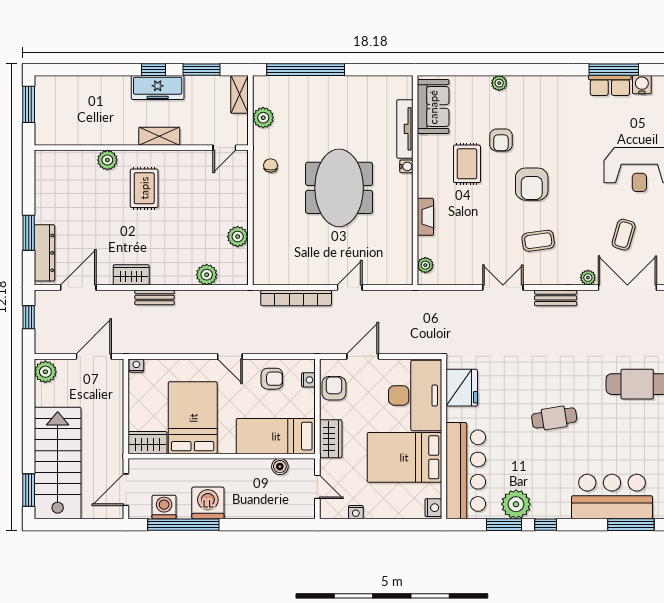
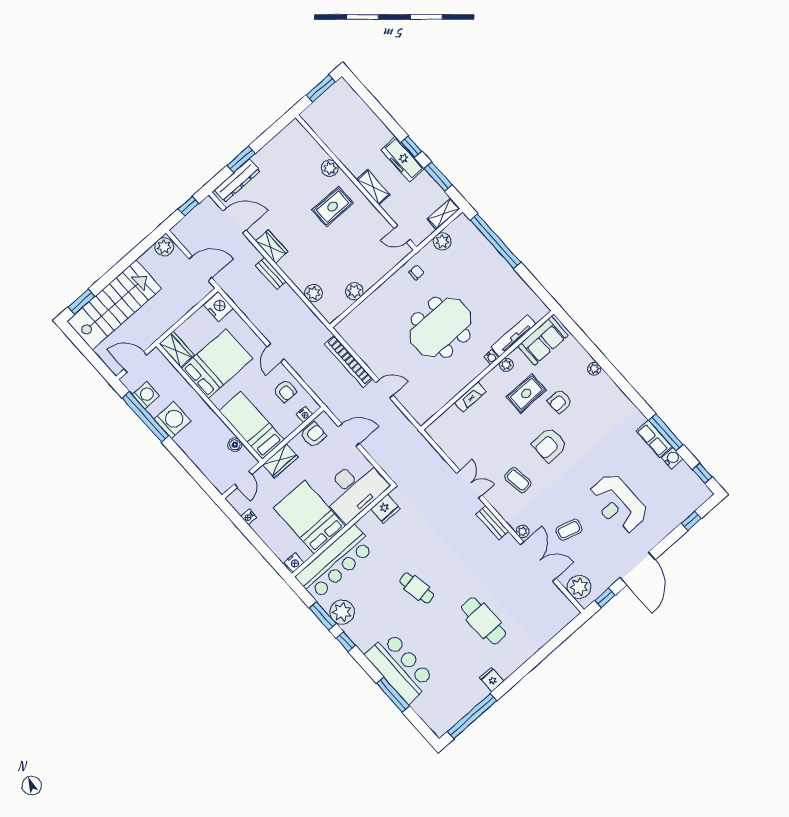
plant: (425, 265) -> (506, 365), moved
nightstand: (136, 366) -> (218, 307), width x1.89, depth x1.79
fridge: (462, 388) -> (385, 509), width x0.73, depth x0.75

